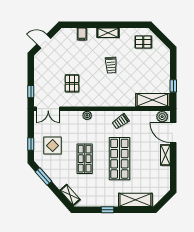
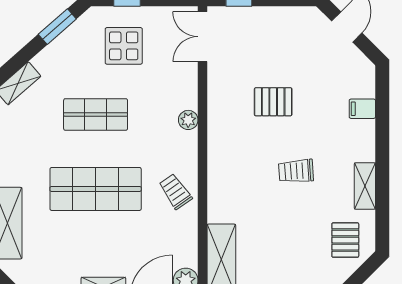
shelving: (108, 33) -> (365, 186), moved
pallet: (72, 83) -> (273, 102), moved

